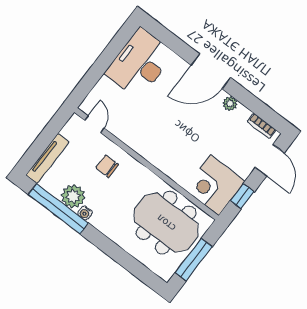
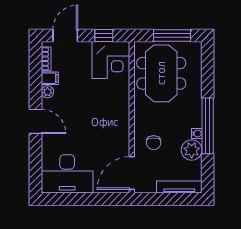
door: (211, 71) -> (35, 121), width x0.73
filing cabinet: (241, 115) -> (50, 78), added
door: (94, 124) -> (132, 173), width x1.87
window: (58, 209) -> (208, 126), moved

